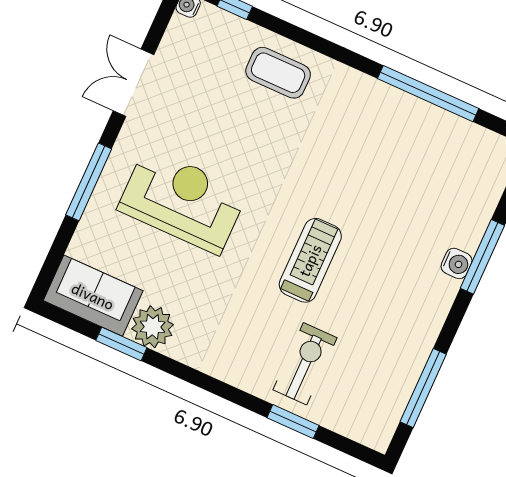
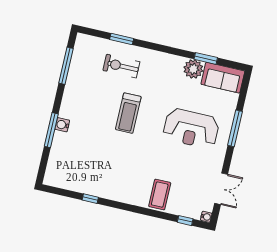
coffee table: (278, 73) -> (160, 195), turned 90
double door: (133, 83) -> (221, 189), moved
window: (428, 94) -> (90, 199), width x0.32
exercise bike: (305, 364) -> (121, 66), turned 90

